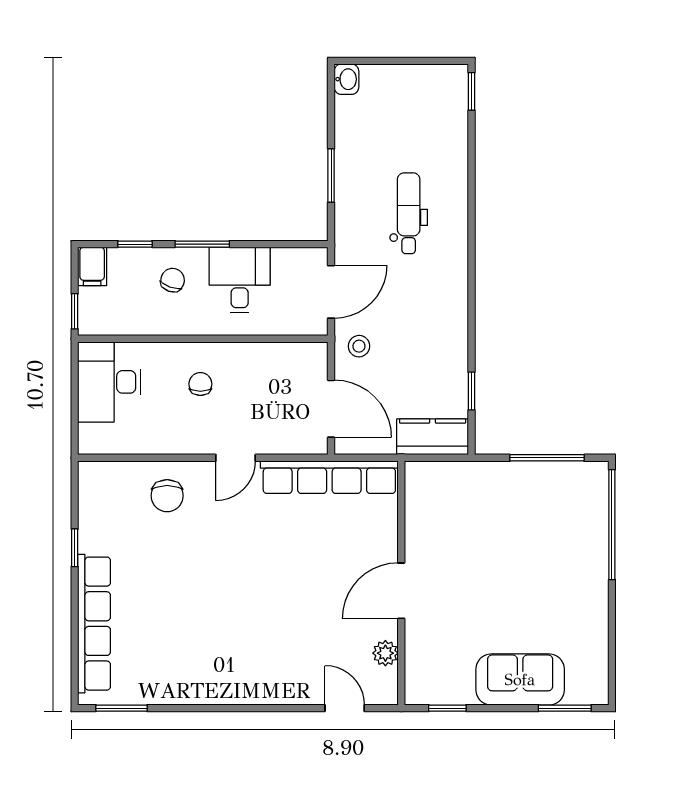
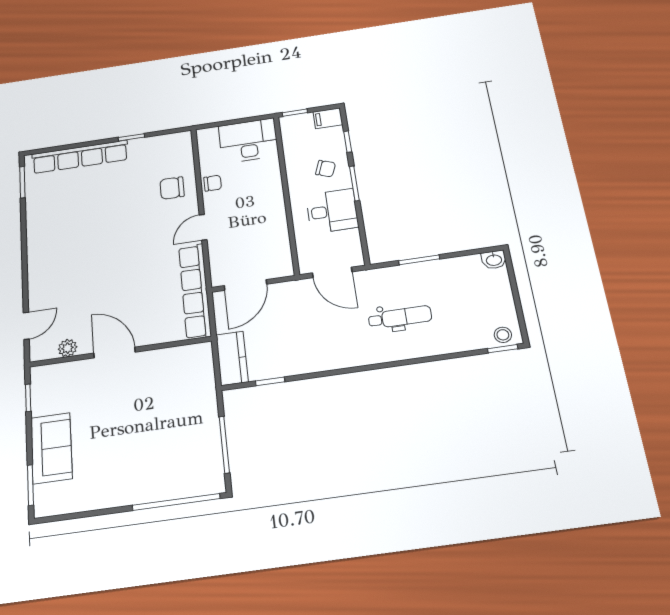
stool: (359, 346) -> (503, 335), moved
chair: (200, 384) -> (213, 183), moved
door: (236, 458) -> (203, 227), hinge flipped

